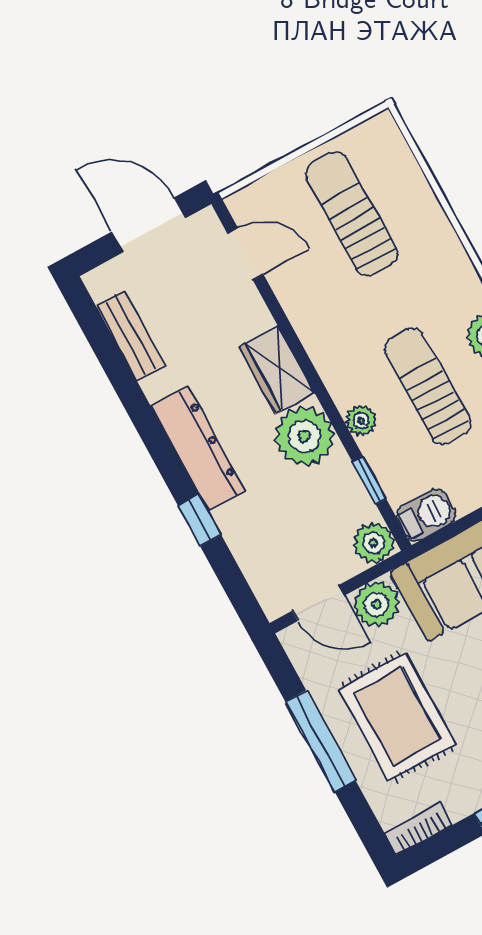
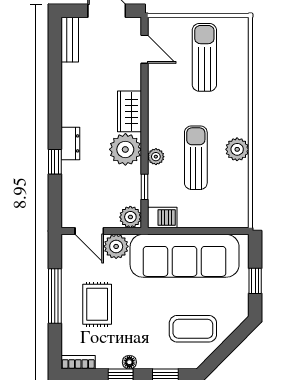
bench: (130, 335) -> (70, 40), moved
dresser: (198, 448) -> (70, 143), width x0.51, depth x0.80
rug: (397, 716) -> (97, 304), width x0.73, depth x0.70

